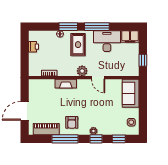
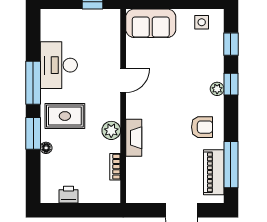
filing cabinet: (130, 37) -> (51, 24), removed
plant: (82, 71) -> (111, 130), moved
window: (65, 139) -> (231, 165), moved

